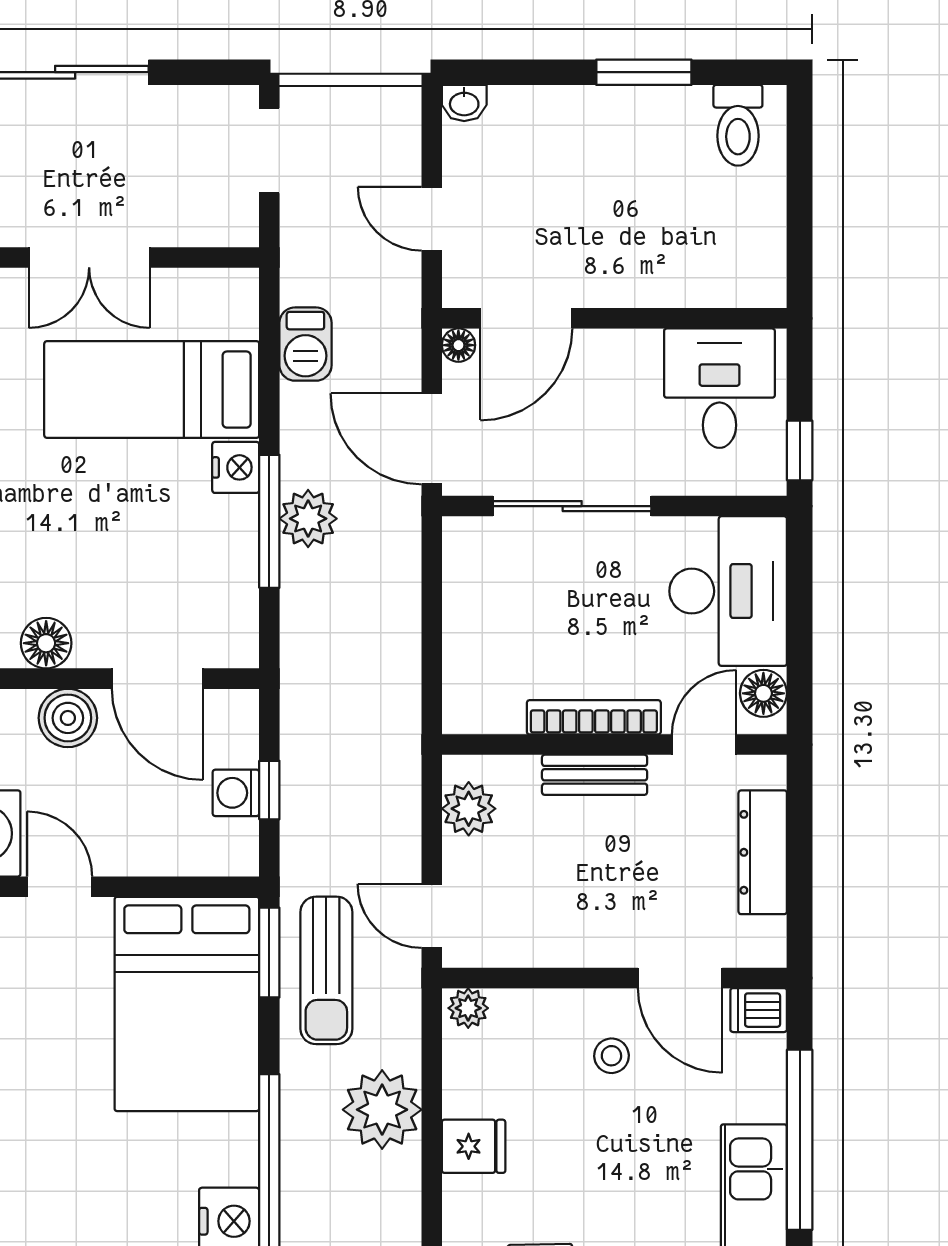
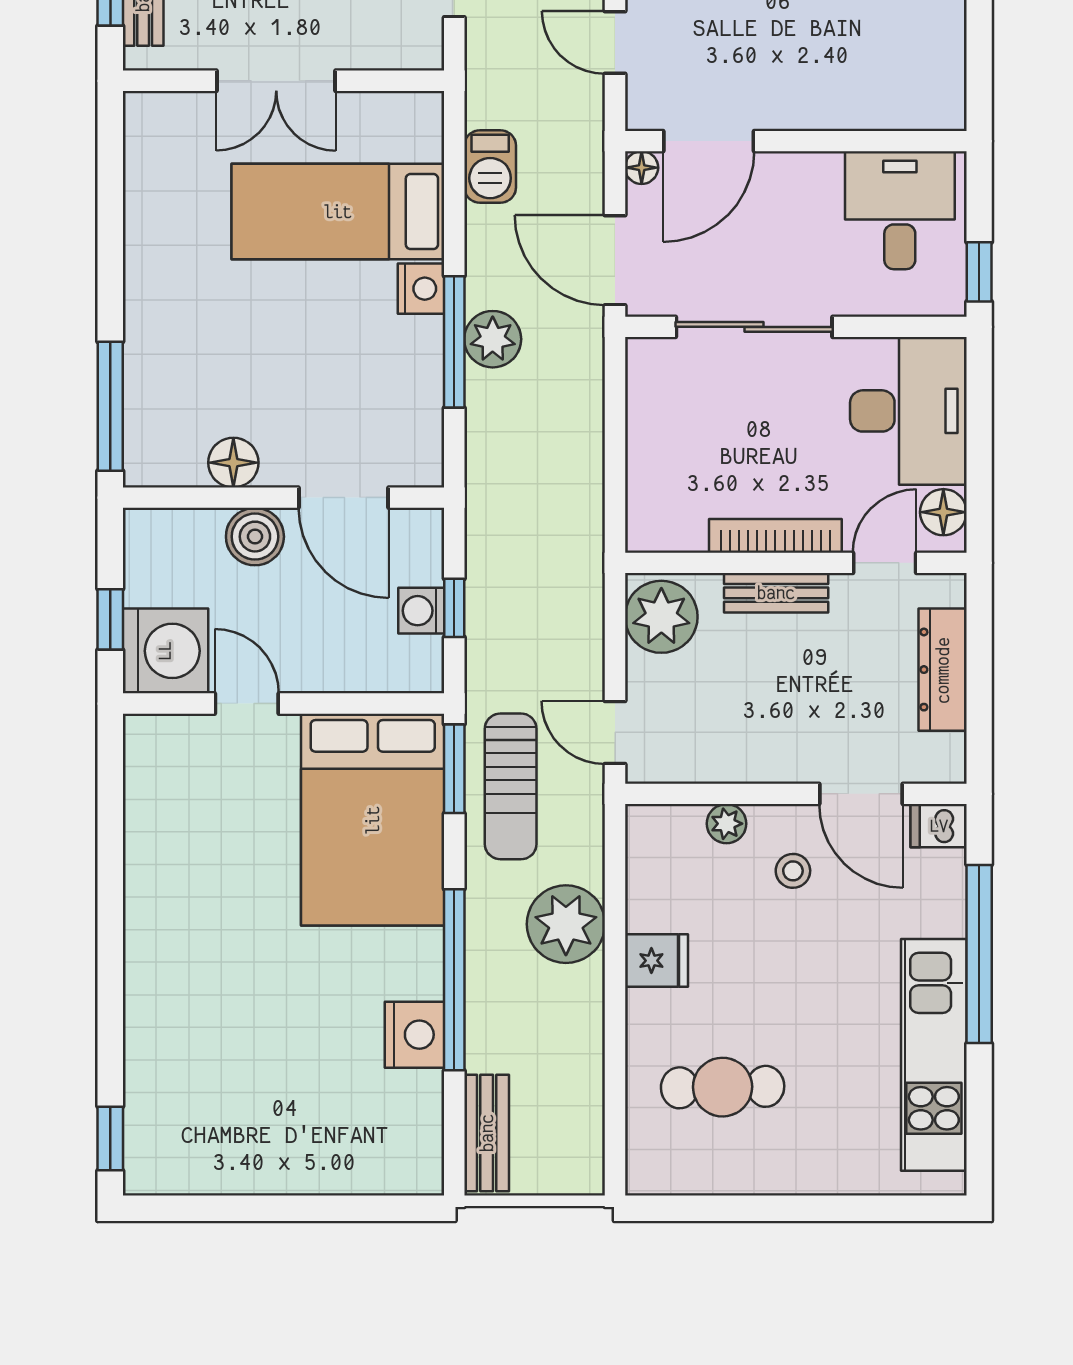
plant: (469, 809) -> (661, 617), width x1.36, depth x1.36
plant: (468, 1008) -> (727, 824), moved

